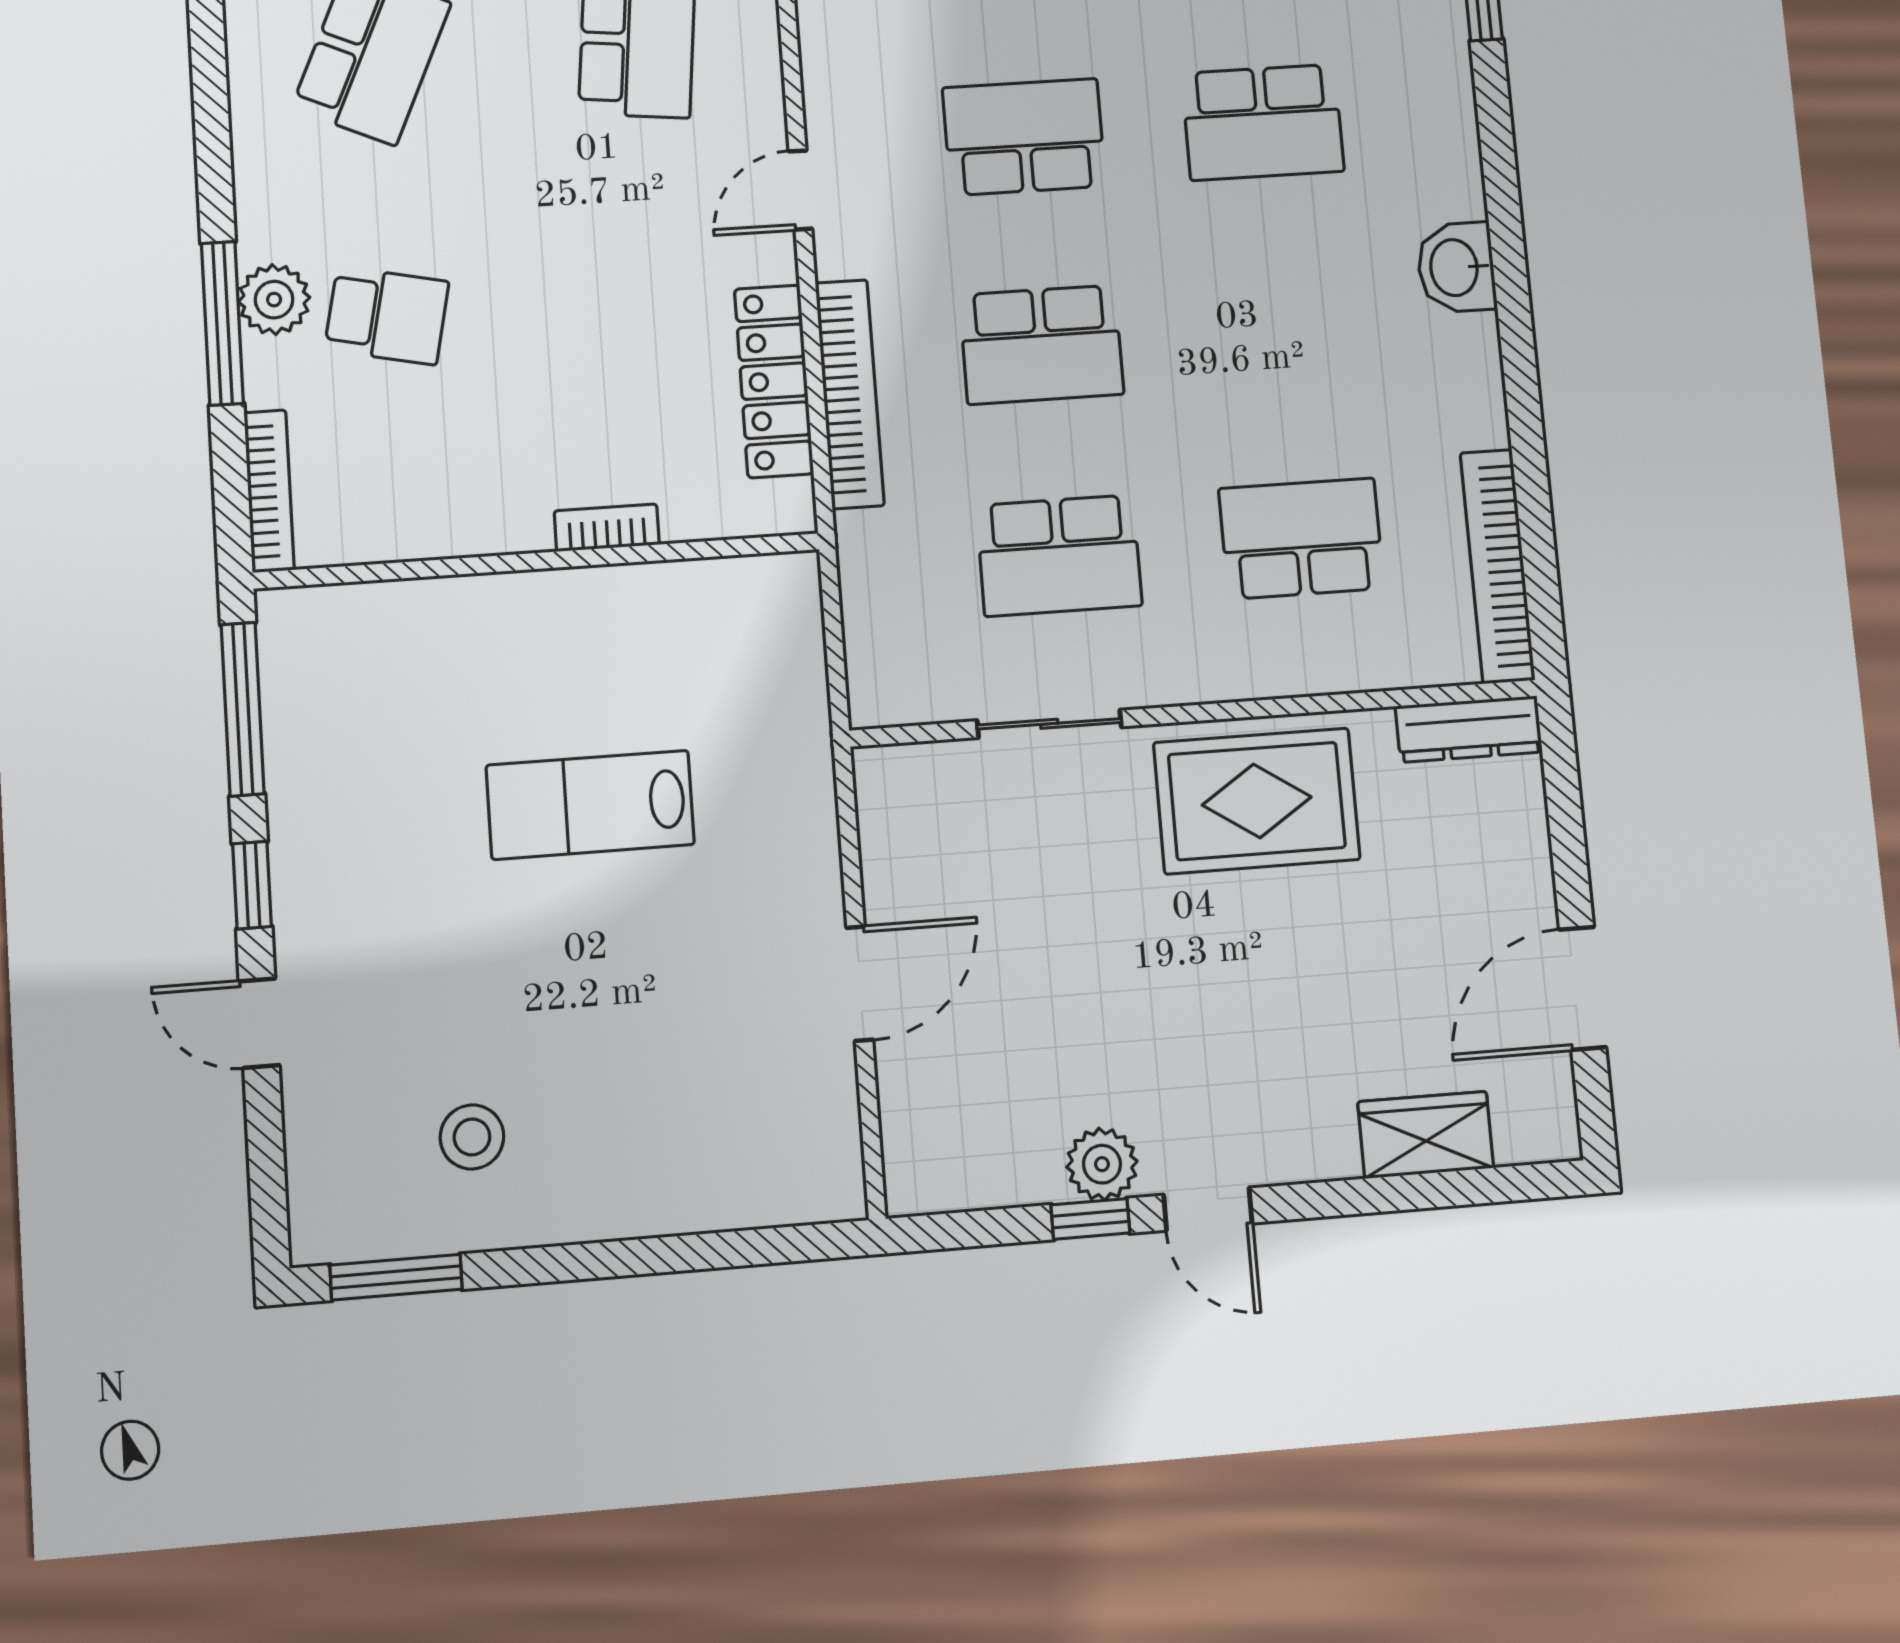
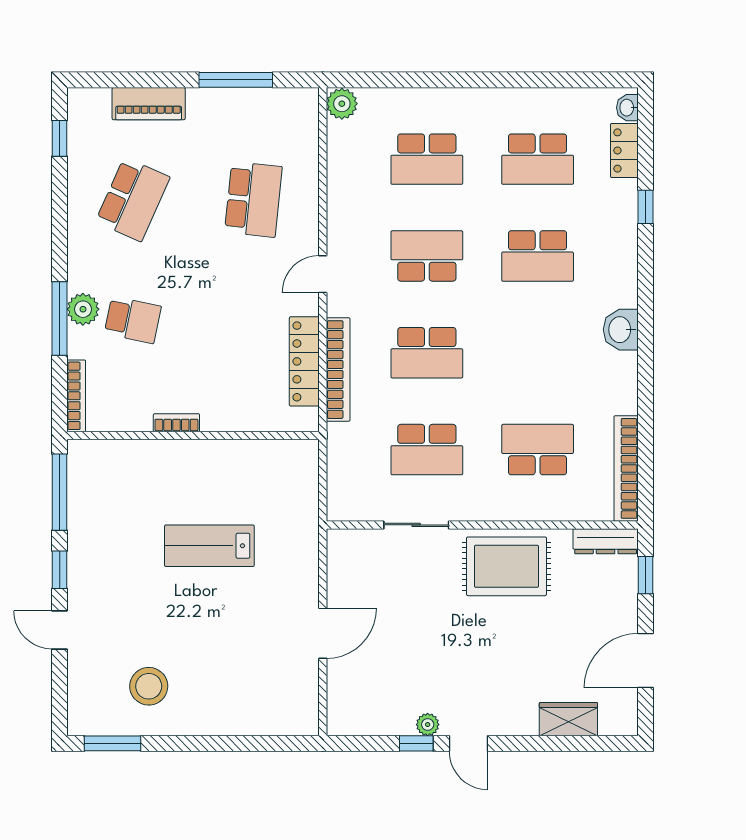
bookcase: (607, 528) -> (176, 423), moved
window: (1563, 798) -> (646, 575), added
stool: (472, 1137) -> (149, 686), width x1.38, depth x1.38
plant: (1102, 1164) -> (428, 725), width x0.73, depth x0.73

